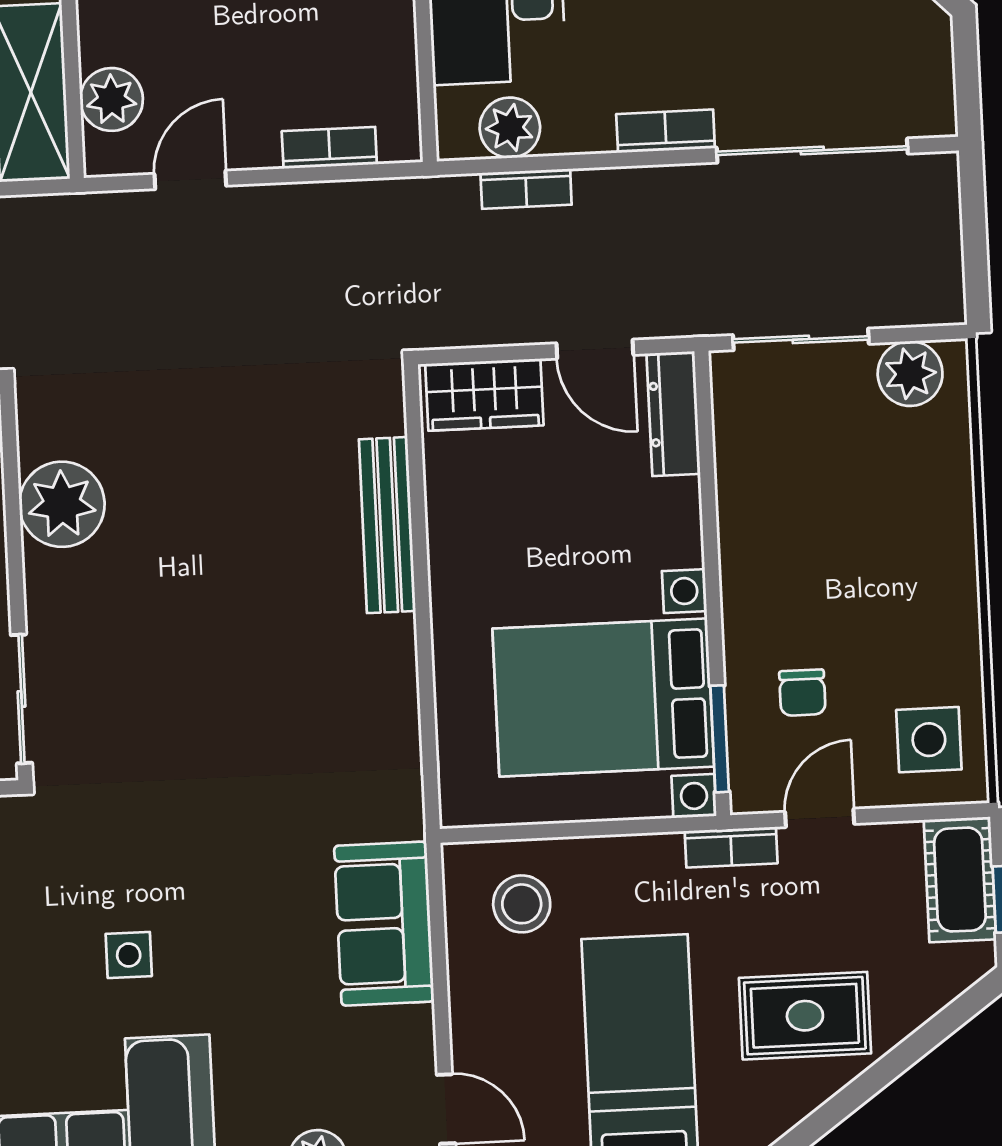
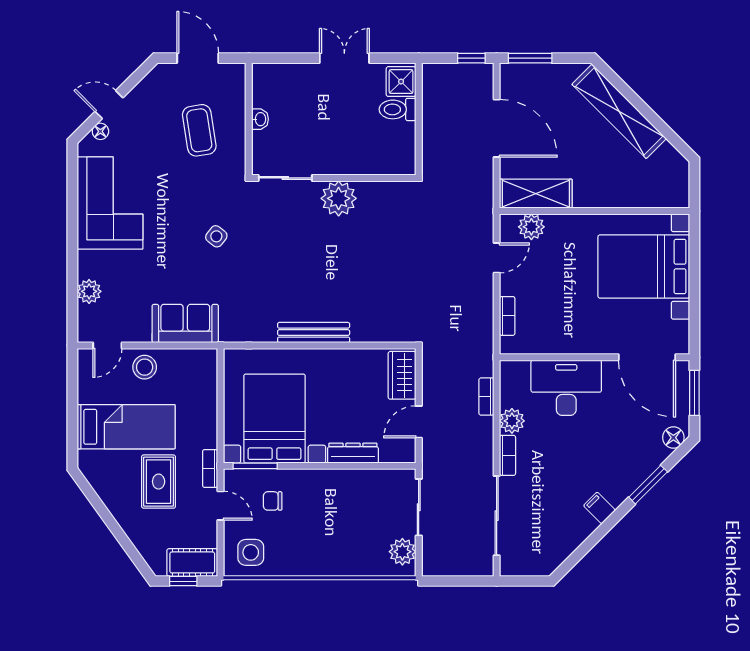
plant: (510, 128) -> (512, 421), moved
door: (190, 180) -> (497, 258), hinge flipped
dresser: (673, 414) -> (353, 453), moved
plant: (62, 504) -> (339, 198), moved
bench: (387, 525) -> (314, 333), moved
stool: (522, 904) -> (145, 367), moved
side table: (129, 955) -> (216, 236), moved, turned 38
rug: (805, 1016) -> (159, 482), moved

